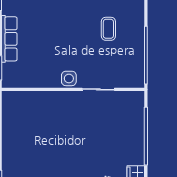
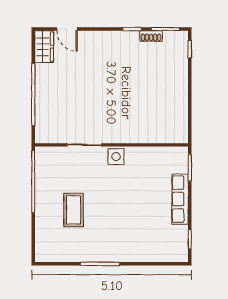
coffee table: (108, 29) -> (74, 210), width x1.36, depth x1.30

